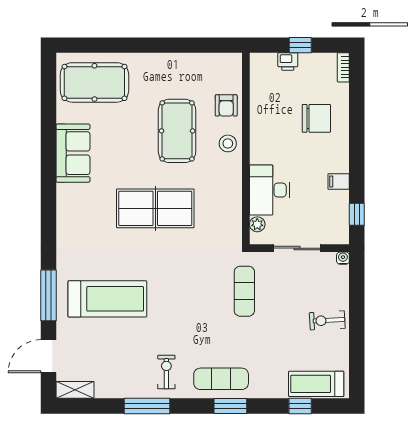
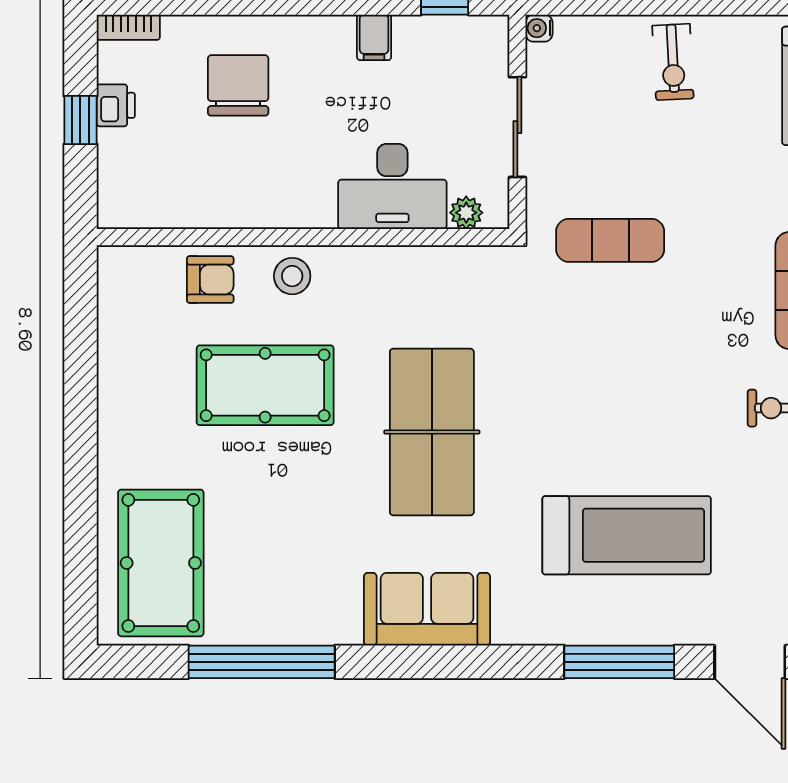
printer: (288, 61) -> (116, 105), moved
window: (49, 129) -> (262, 662), added
sofa: (73, 153) -> (427, 609), moved
treadmill: (107, 299) -> (627, 535), turned 90

